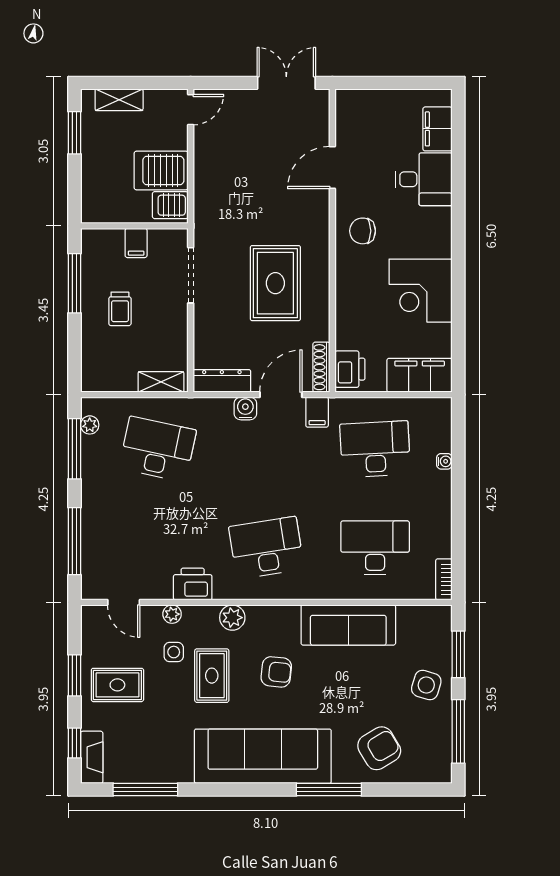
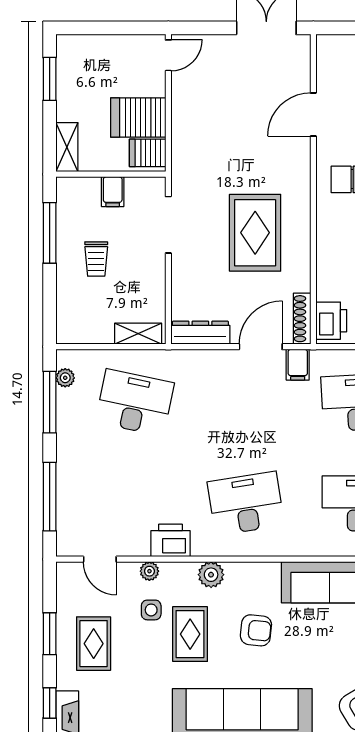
shelving: (119, 100) -> (67, 147), moved, turned 90
water cooler: (245, 408) -> (224, 361), removed
rug: (117, 685) -> (94, 644), turned 90

